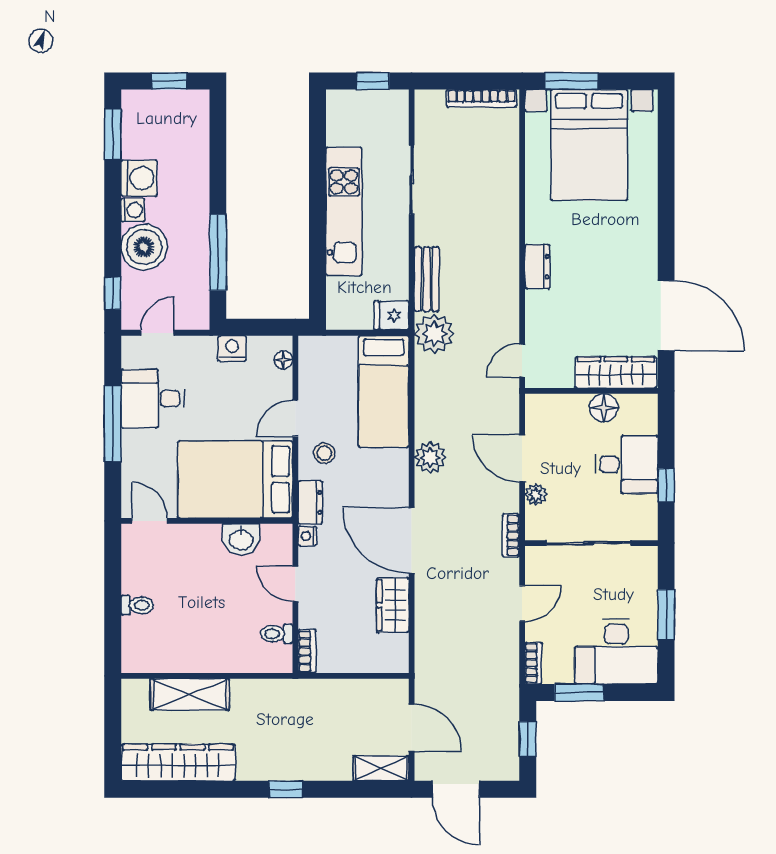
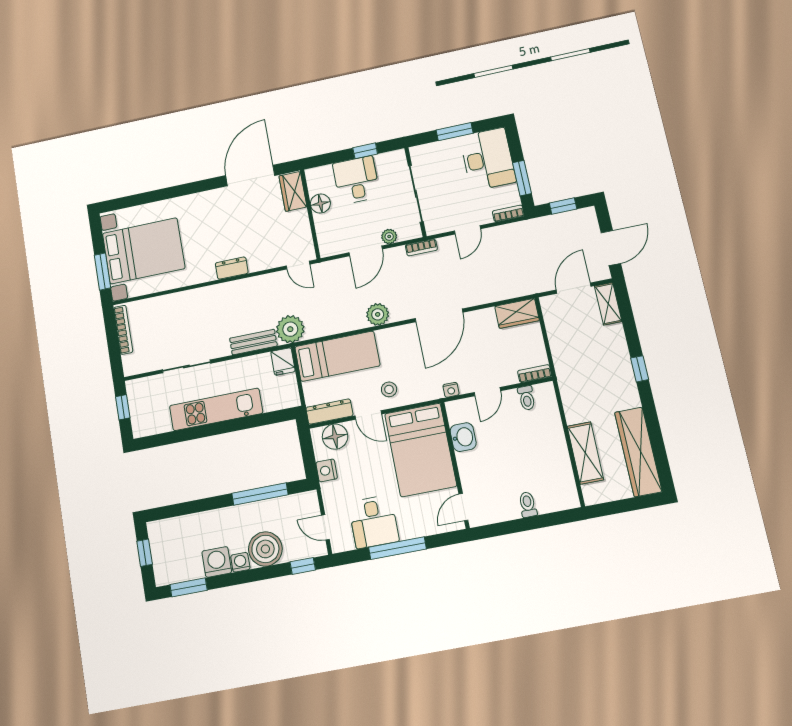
floor lamp: (283, 360) -> (335, 437), width x1.89, depth x1.89
wardrobe: (616, 372) -> (293, 191), width x0.67
dresser: (310, 502) -> (329, 412), moved, width x1.44
door: (522, 603) -> (468, 230), swing flipped
wardrobe: (393, 605) -> (517, 313), moved

